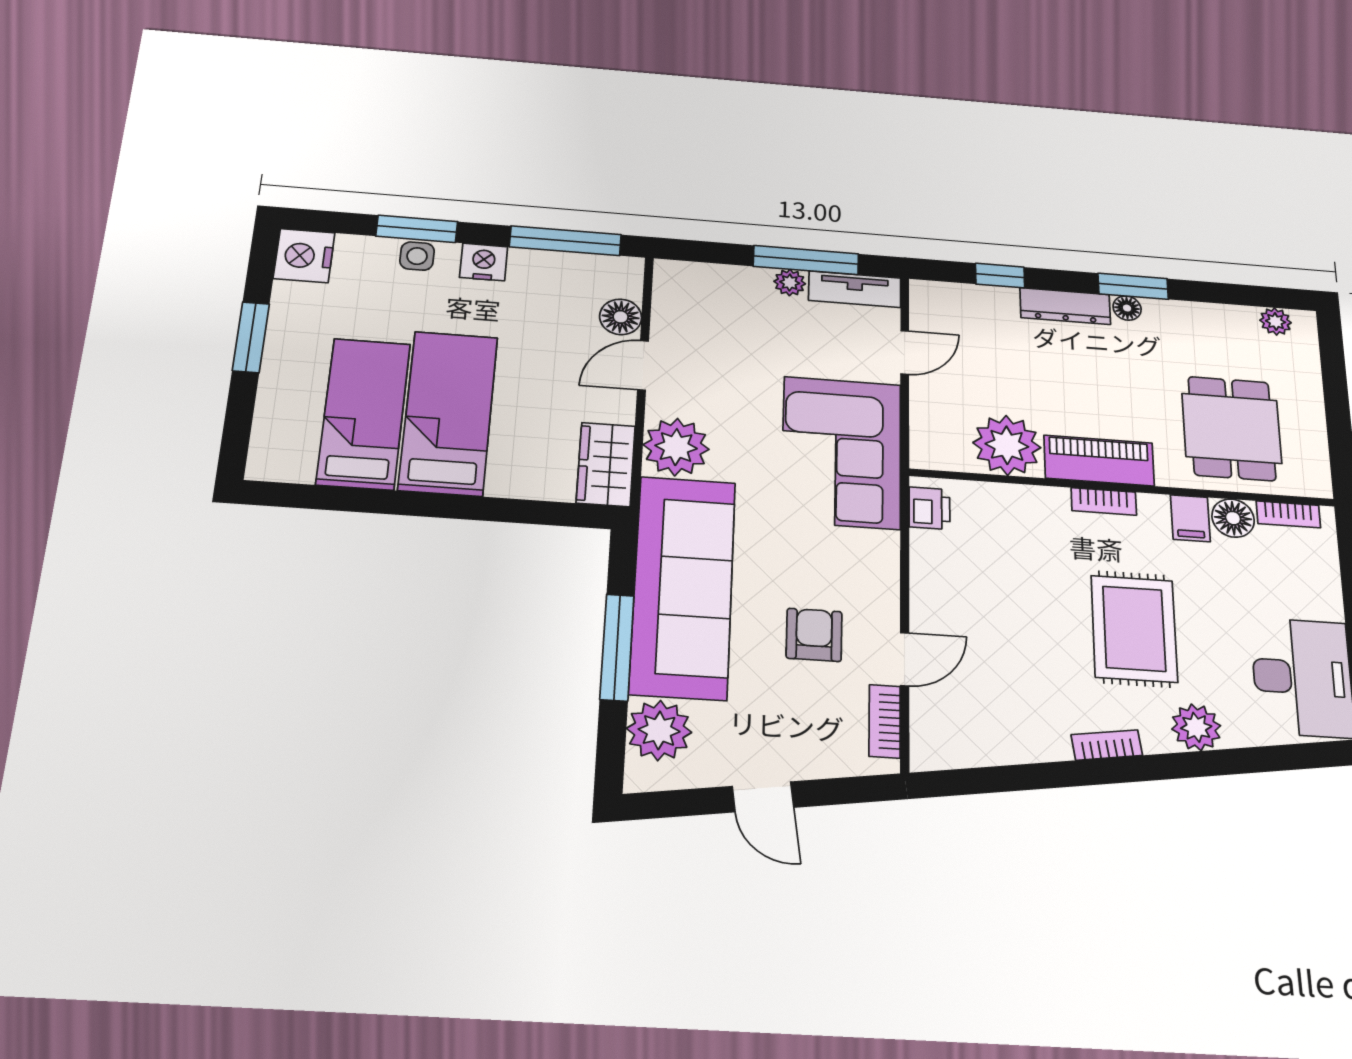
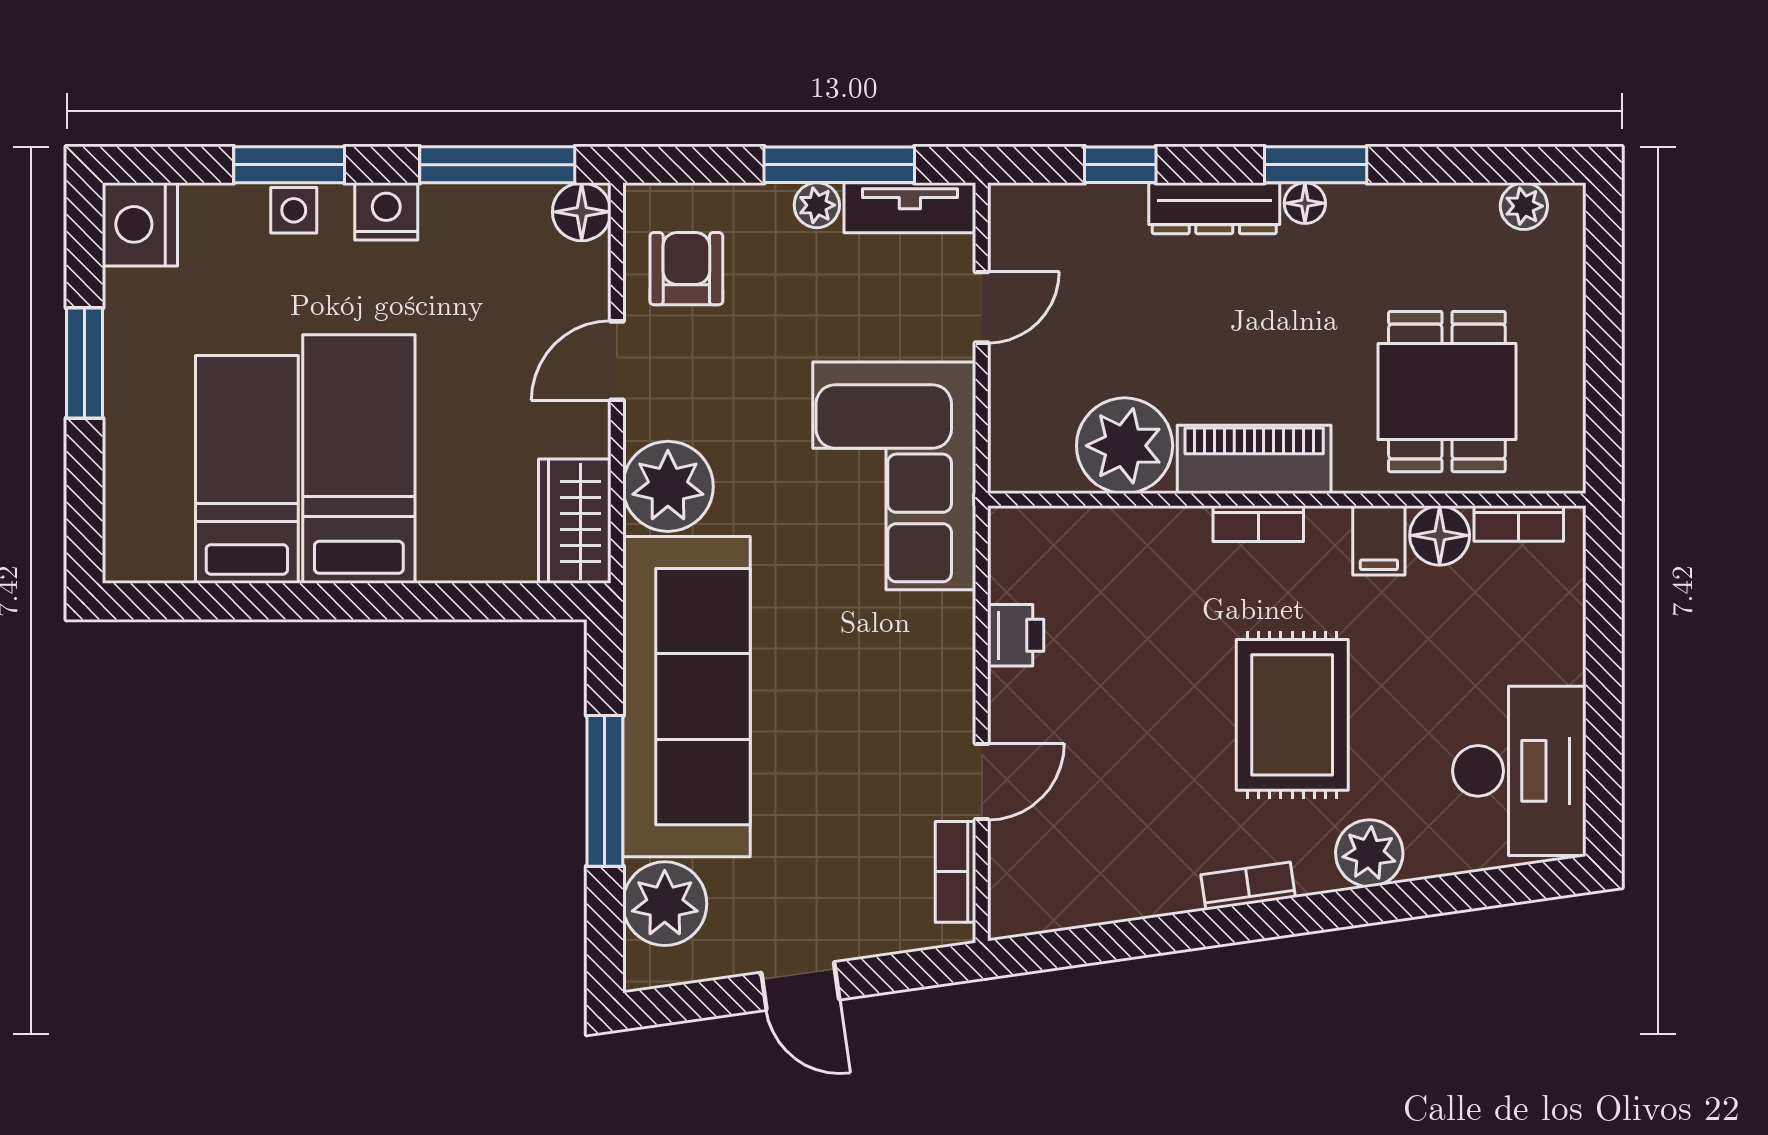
floor lamp: (621, 317) -> (582, 212), moved
printer: (929, 508) -> (1016, 635), moved
armchair: (814, 635) -> (686, 269), moved

